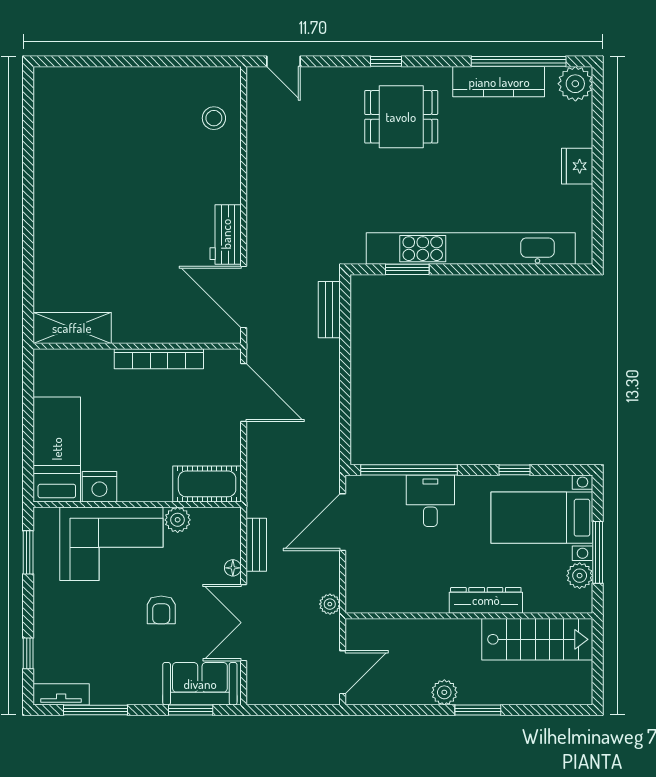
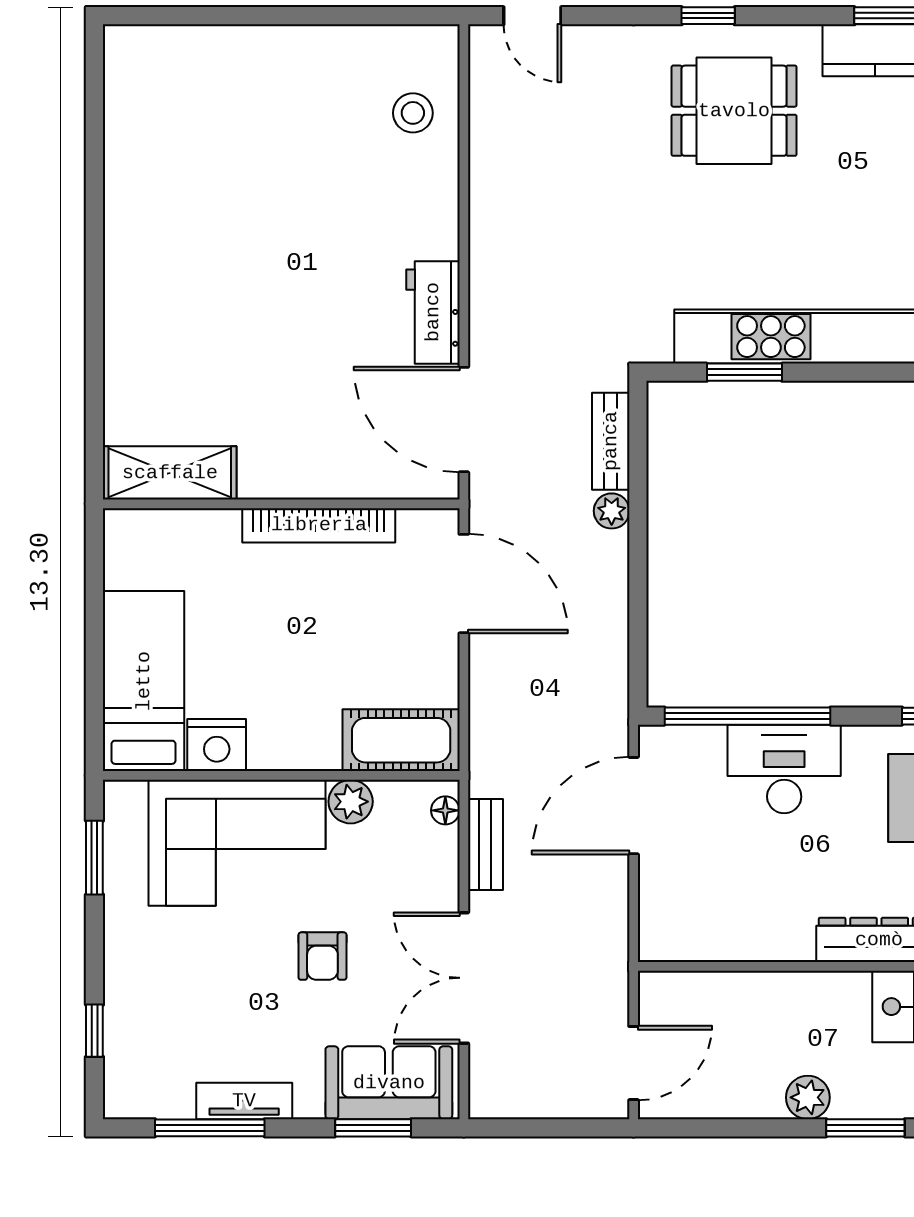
desk: (430, 501) -> (784, 769), width x1.37
floor lamp: (233, 568) -> (445, 810), moved
plant: (330, 604) -> (612, 511), moved
tv unit: (61, 694) -> (244, 1101), moved

